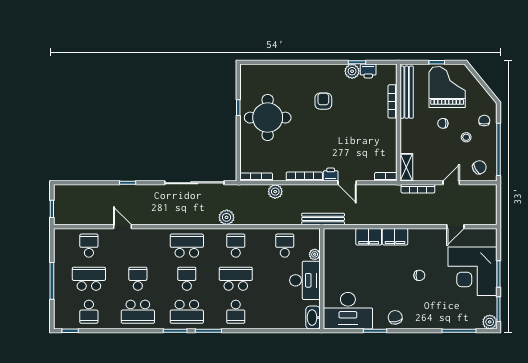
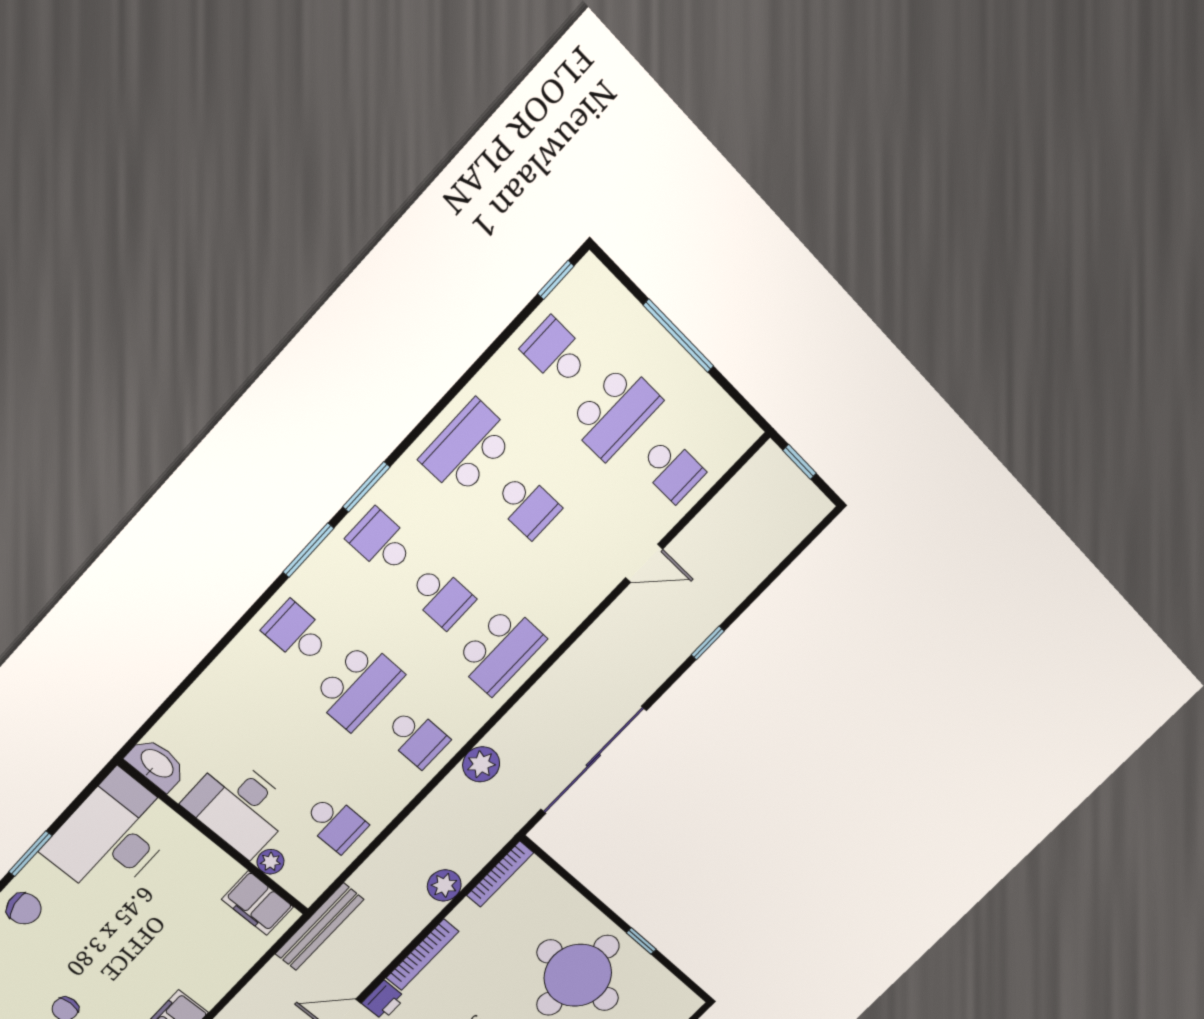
filing cabinet: (369, 237) -> (258, 903), moved, turned -90
school desk: (187, 312) -> (381, 542), width x0.54

